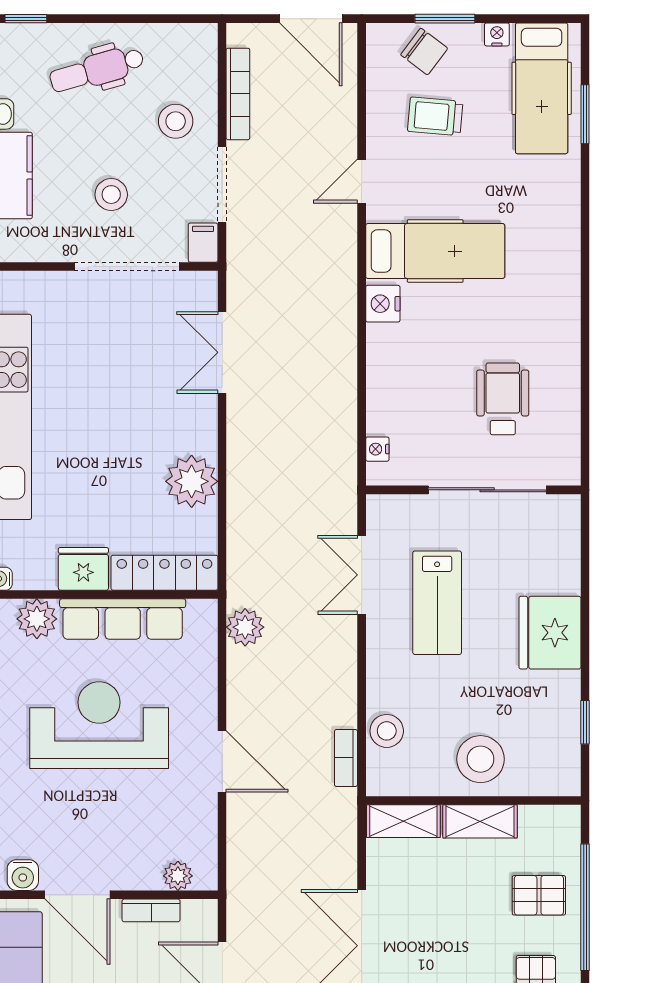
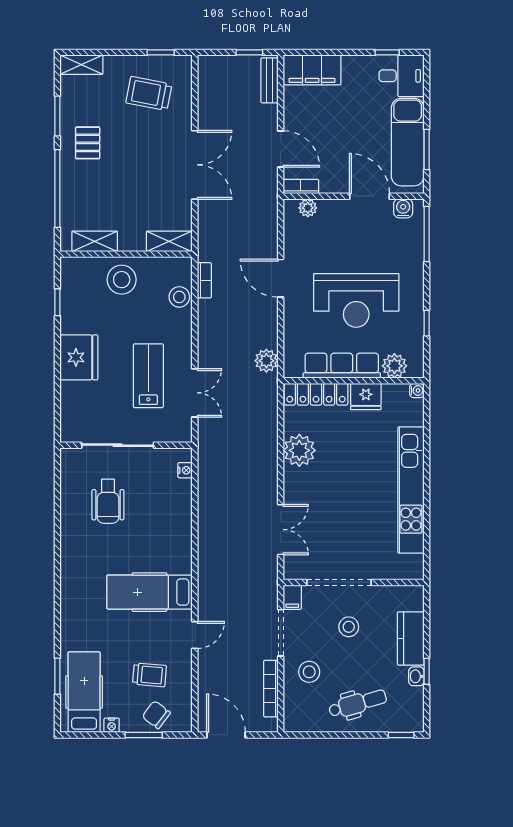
nightstand: (383, 304) -> (182, 560), removed
shelving: (480, 821) -> (95, 241), moved
pallet: (539, 895) -> (86, 196), removed
bookcase: (151, 910) -> (301, 187), moved

